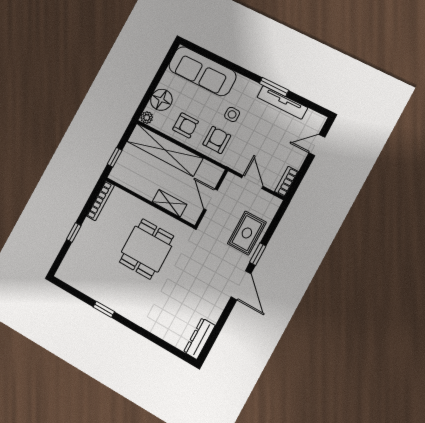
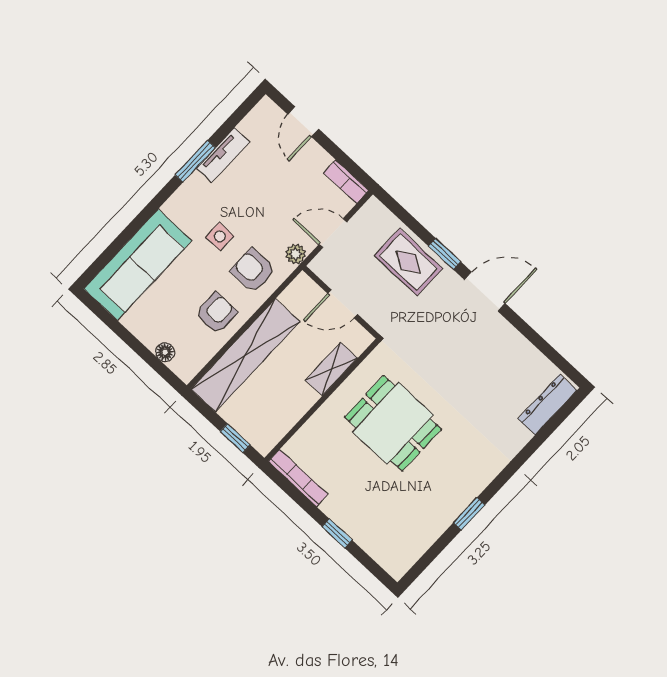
floor lamp: (161, 100) -> (165, 352), width x0.53, depth x0.53
tv unit: (282, 102) -> (223, 155), width x0.71
plant: (147, 118) -> (296, 254), moved
dresser: (199, 339) -> (547, 405), moved, turned 90

